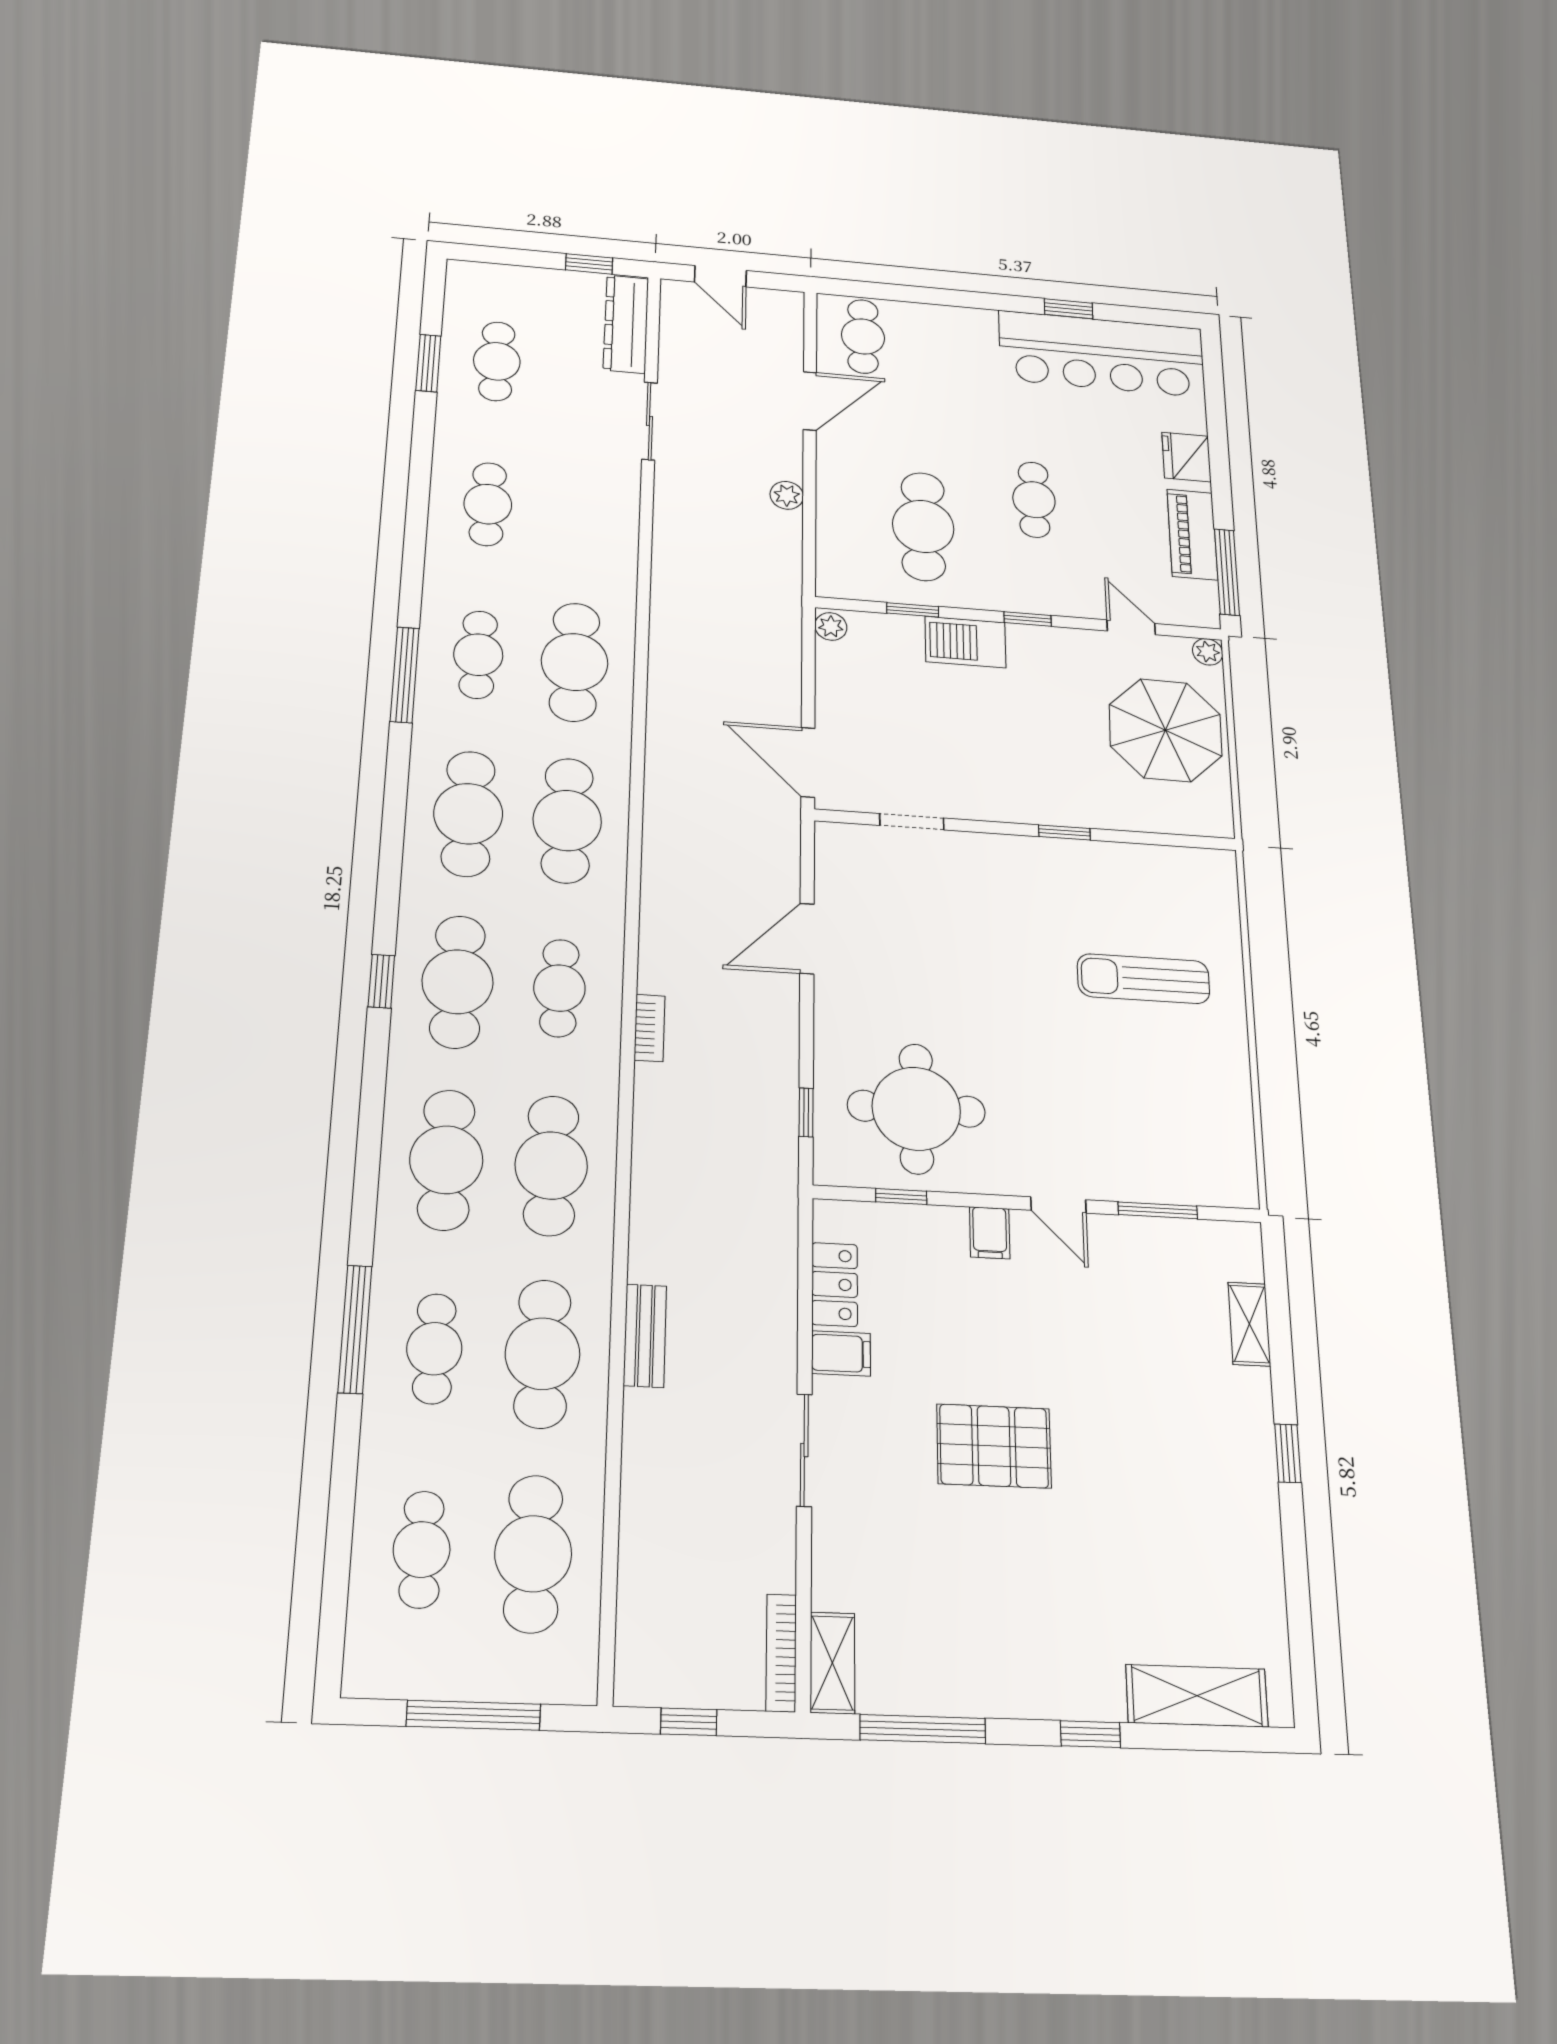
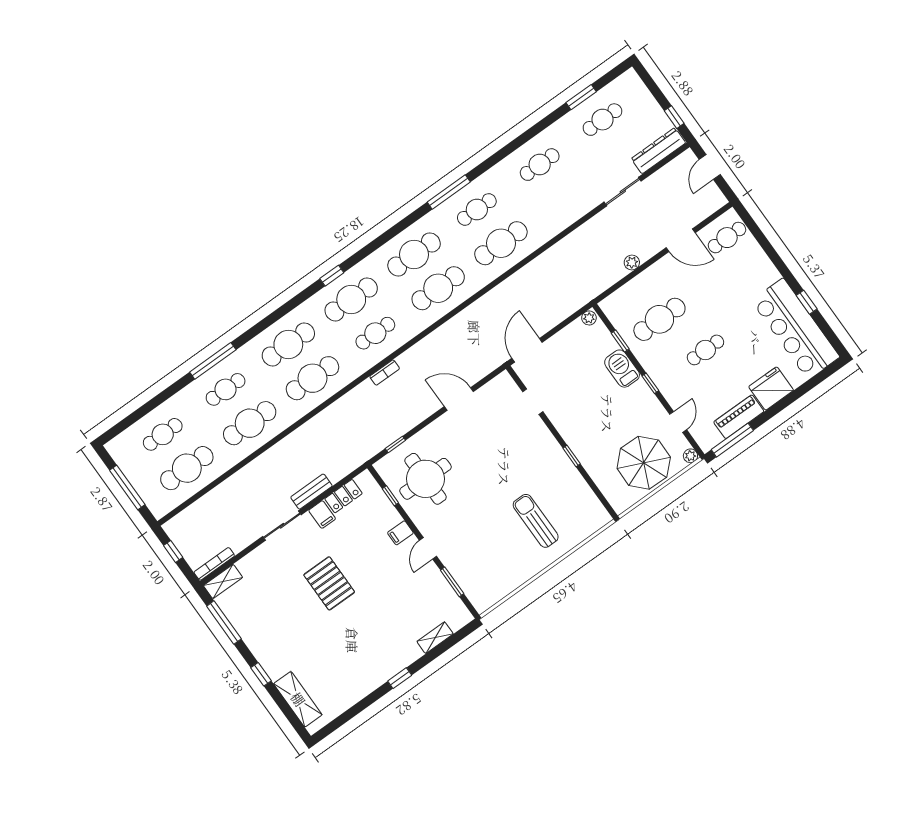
fridge: (1186, 457) -> (771, 388), width x1.36, depth x1.34
bench: (645, 1336) -> (311, 492), moved

